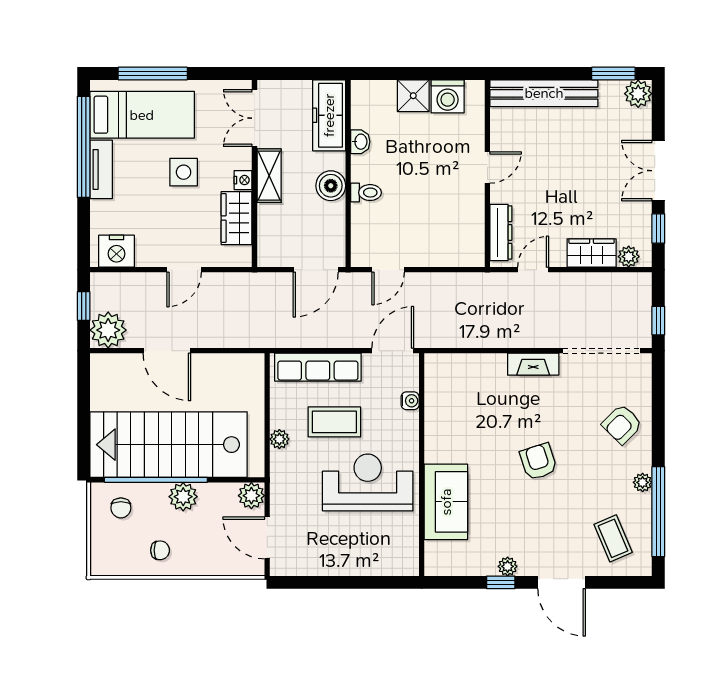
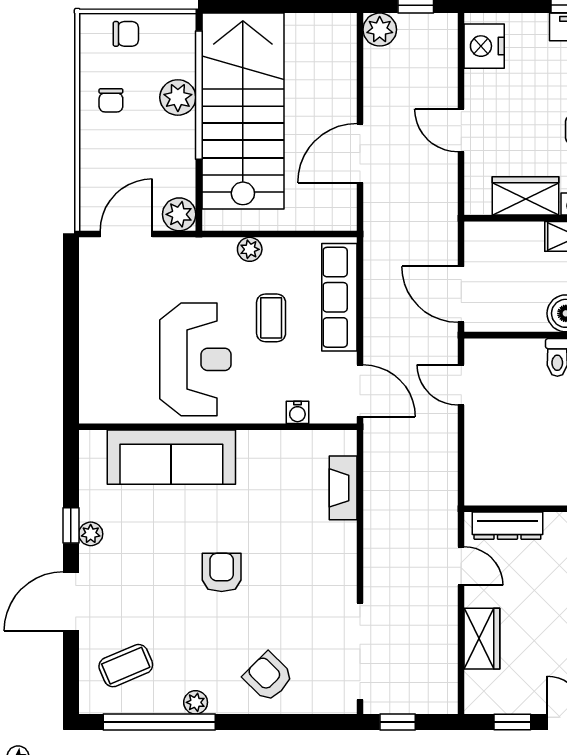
plant: (629, 257) -> (477, 685), removed
plant: (108, 330) -> (380, 30), width x0.73, depth x0.73
door: (167, 351) -> (360, 153), moved
fireplace: (533, 364) -> (343, 488), moved
coffee table: (334, 422) -> (271, 318), width x0.73, depth x0.77
armchair: (538, 462) -> (222, 572), turned -72
plant: (183, 497) -> (178, 97), moved
sofa: (446, 502) -> (171, 457), width x1.36
chair: (121, 508) -> (126, 34), moved, turned 180

